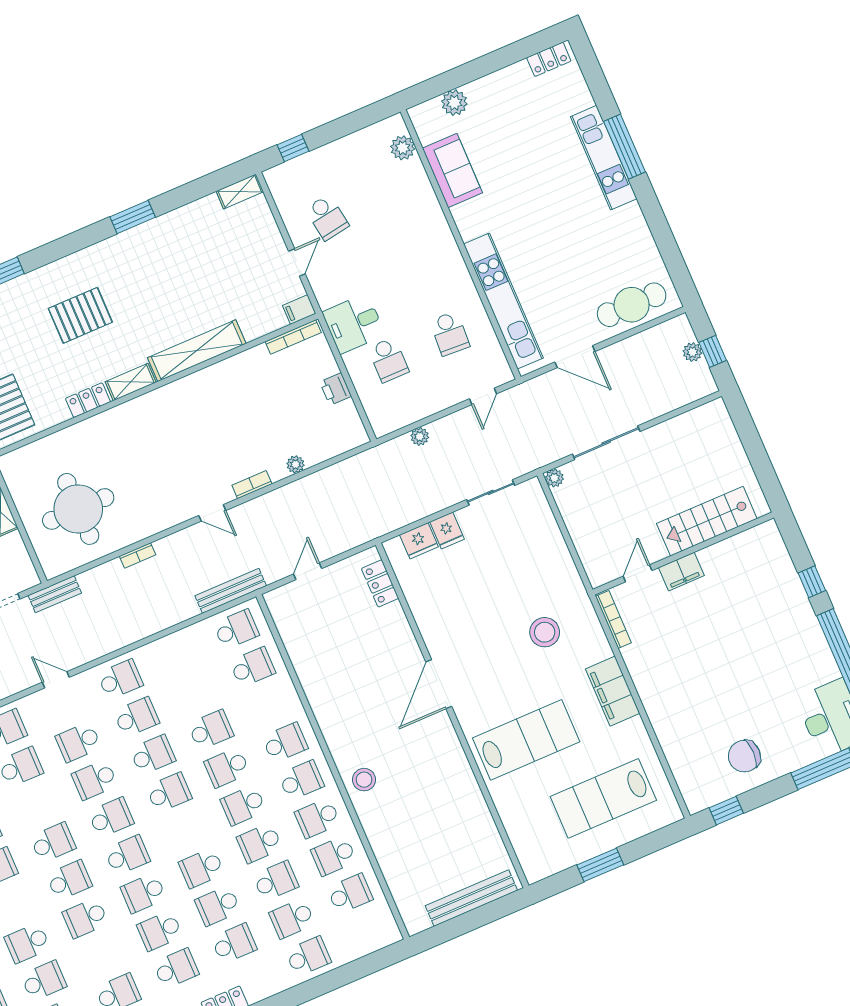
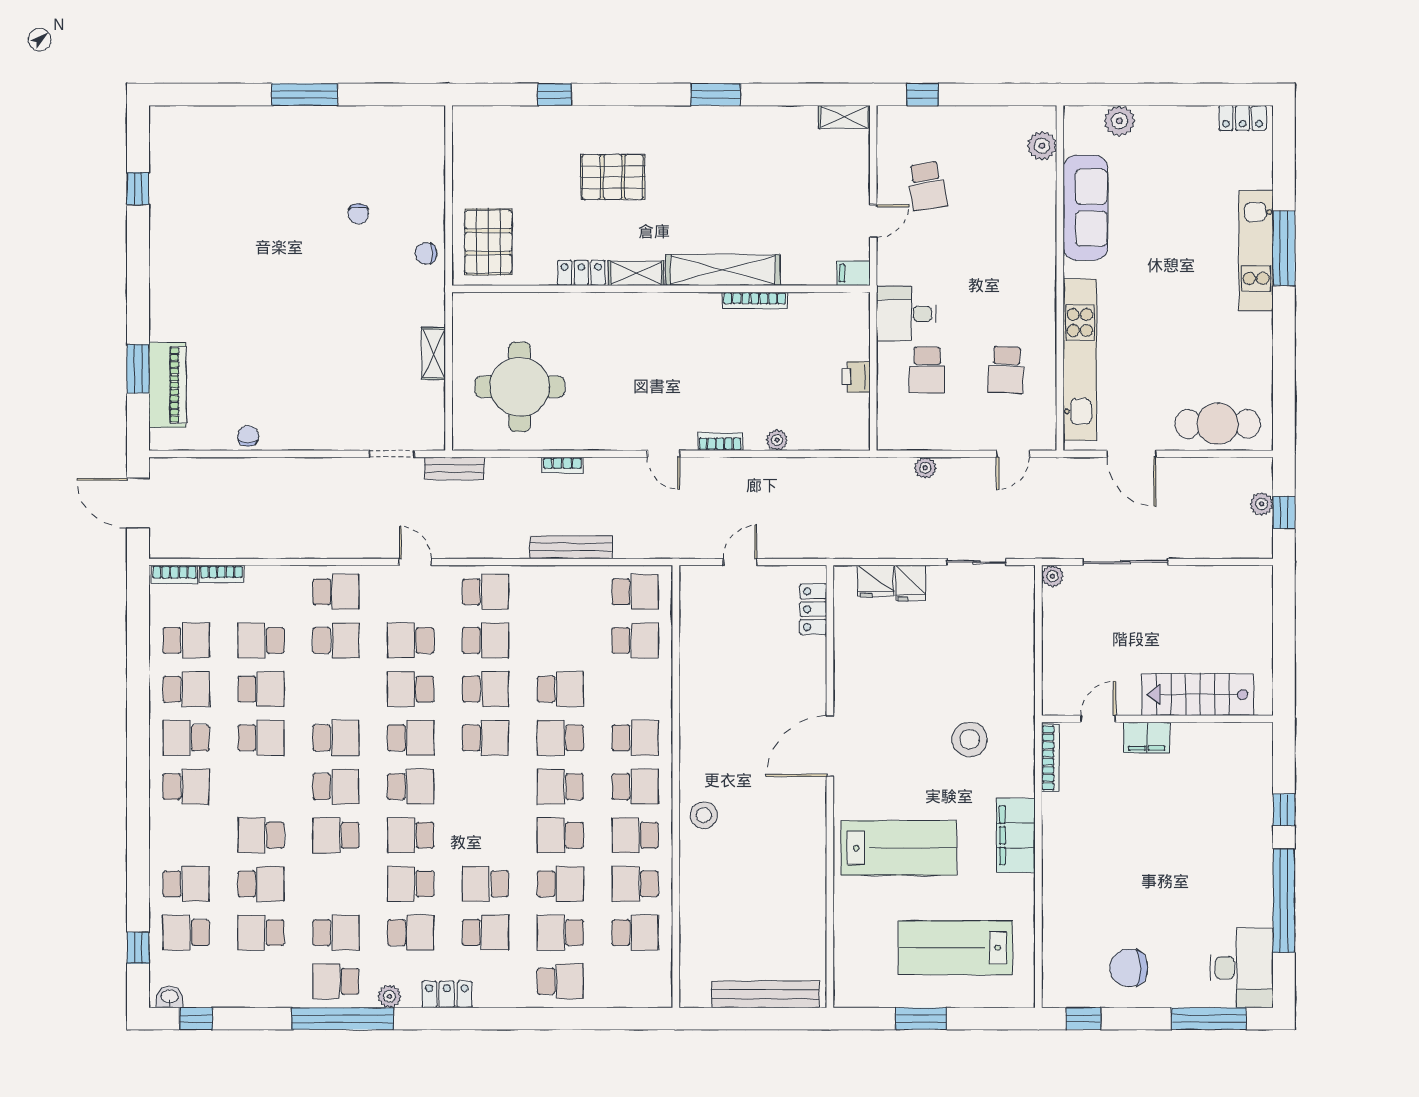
sofa: (452, 171) -> (1085, 208), width x1.36
bookcase: (293, 337) -> (755, 300), moved
bench: (231, 591) -> (571, 547), moved
school desk: (201, 868) -> (486, 835), removed

